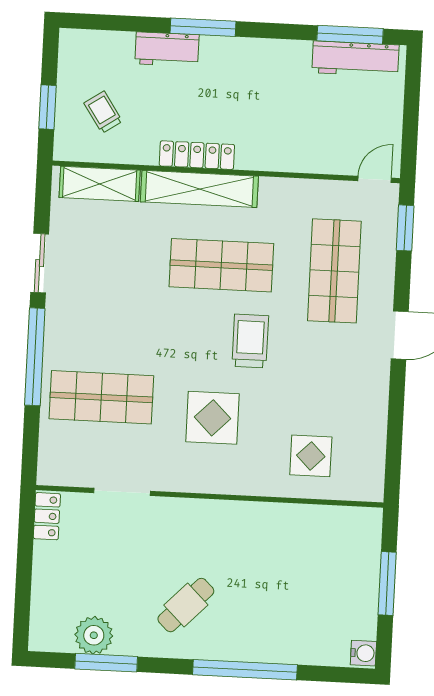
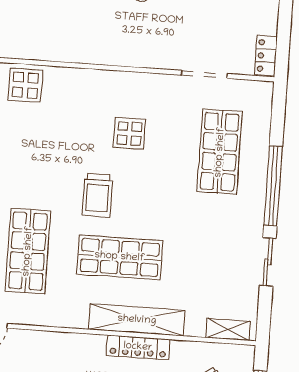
shelving: (100, 184) -> (228, 329), width x0.67, depth x0.75
shop shelf: (101, 397) -> (220, 152), turned 90
display table: (212, 418) -> (129, 133), width x0.73, depth x0.73
display table: (311, 456) -> (25, 85), moved

